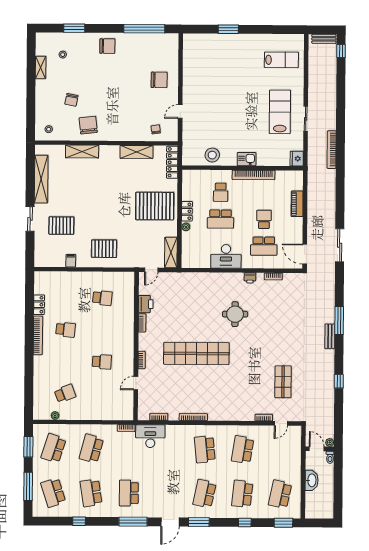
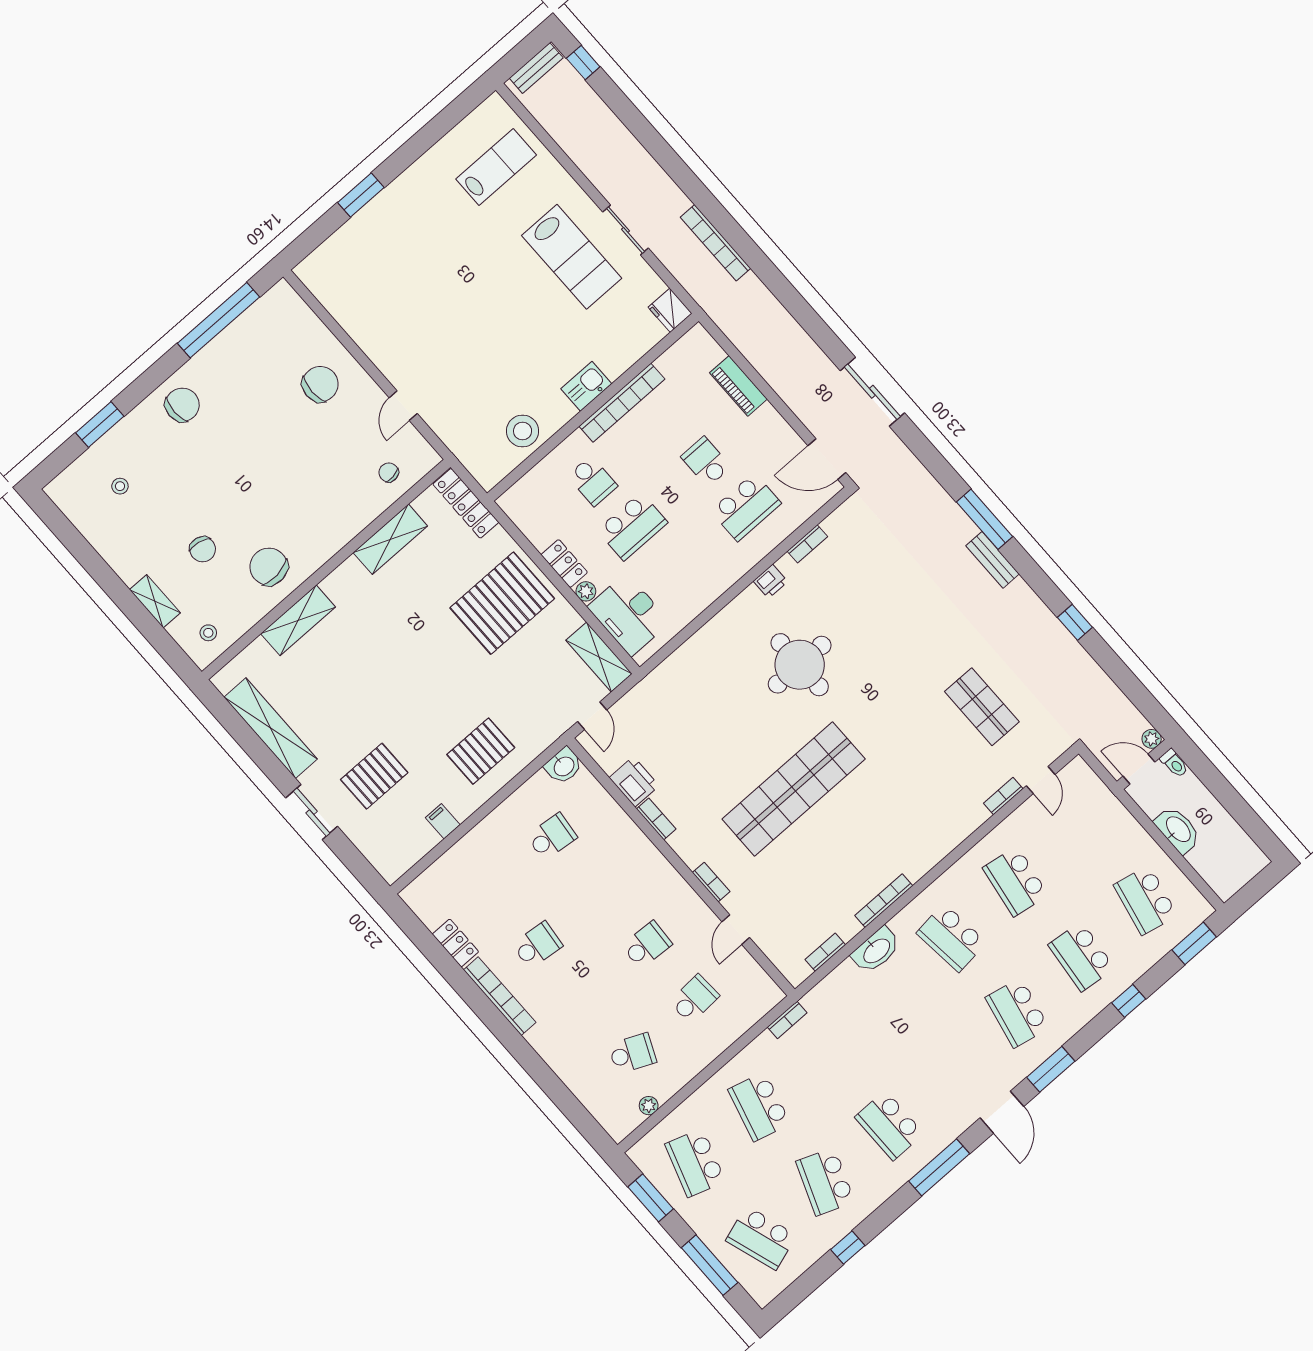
shelving: (41, 68) -> (155, 601), moved
lab bench: (280, 112) -> (572, 257), turned 180
desk: (226, 256) -> (629, 615), moved, turned 90
washbasin: (127, 278) -> (564, 766), added
round table: (235, 314) -> (800, 665), width x1.36, depth x1.36
school desk: (65, 393) -> (632, 1053), turned 45
school desk: (102, 394) -> (694, 999), added
washbasin: (176, 431) -> (876, 950), added
desk: (150, 436) -> (840, 997), removed
school desk: (91, 493) -> (825, 1182), turned 30

